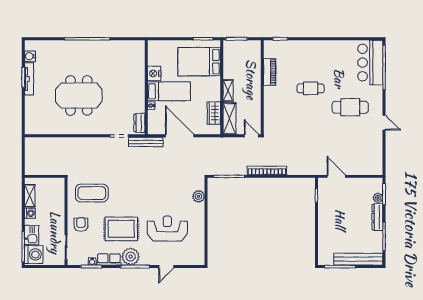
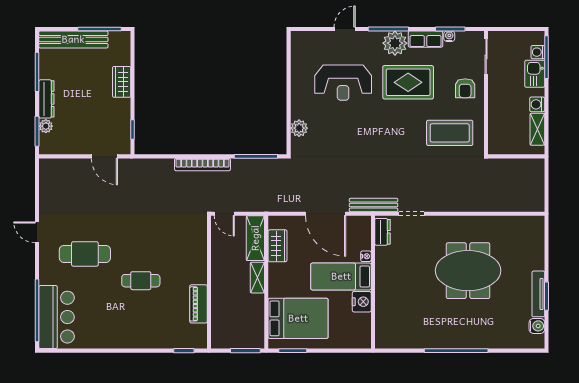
wardrobe: (324, 229) -> (122, 82), added
washing machine: (34, 254) -> (538, 52), width x0.53, depth x0.53

